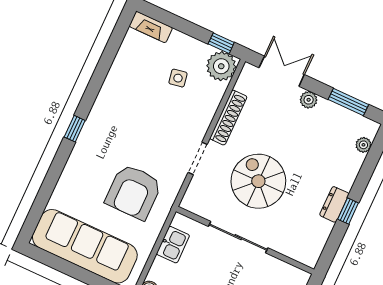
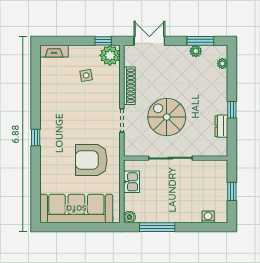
plant: (309, 100) -> (196, 51), moved
armchair: (134, 192) -> (91, 160), turned 90
dresser: (334, 204) -> (221, 126), moved

